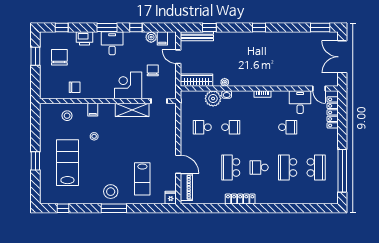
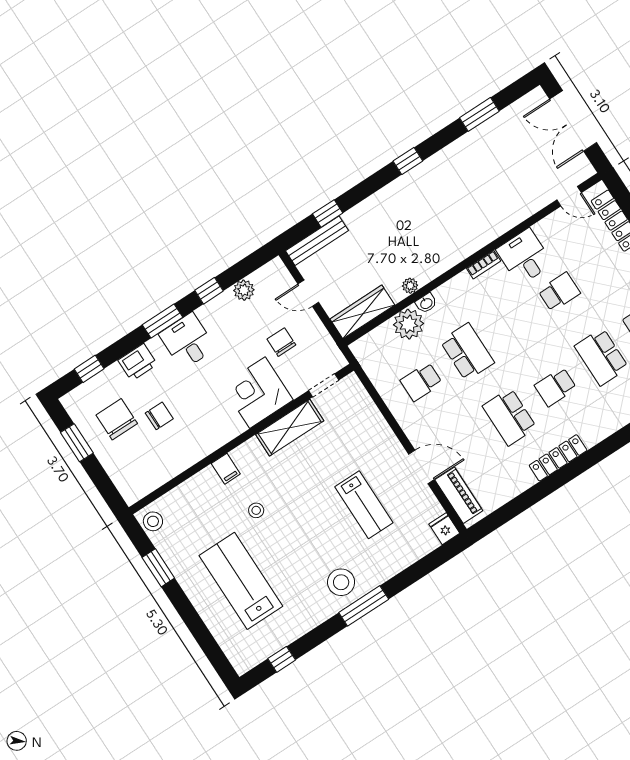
window: (320, 28) -> (479, 114), moved
filing cabinet: (162, 38) -> (263, 280), removed
chair: (75, 87) -> (159, 416), moved
desk: (300, 102) -> (524, 257), moved
stool: (67, 116) -> (153, 521), moved
school desk: (231, 127) -> (467, 352), width x1.85
window: (35, 161) -> (158, 568), moved
lab bench: (142, 179) -> (364, 505), moved

